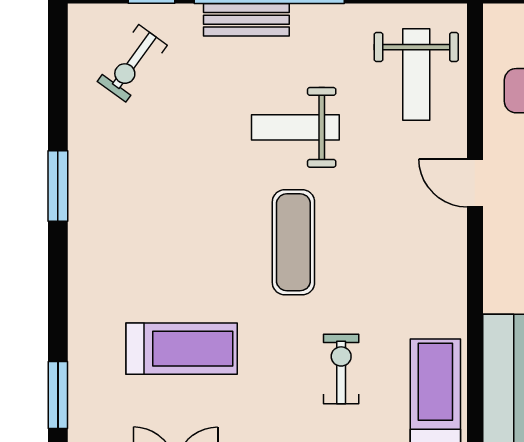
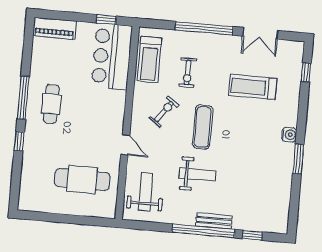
exercise bike: (132, 63) -> (164, 112), moved
water cooler: (85, 242) -> (289, 135), added
window: (58, 395) -> (306, 72), width x0.67

